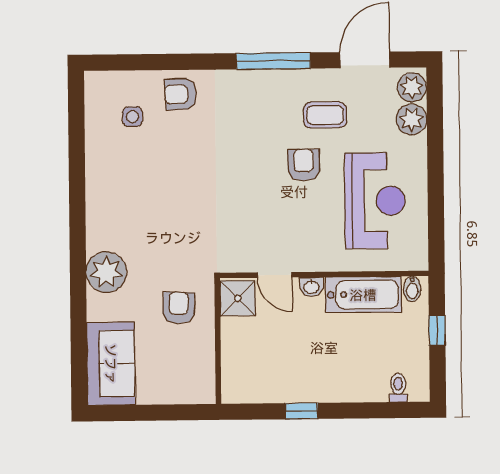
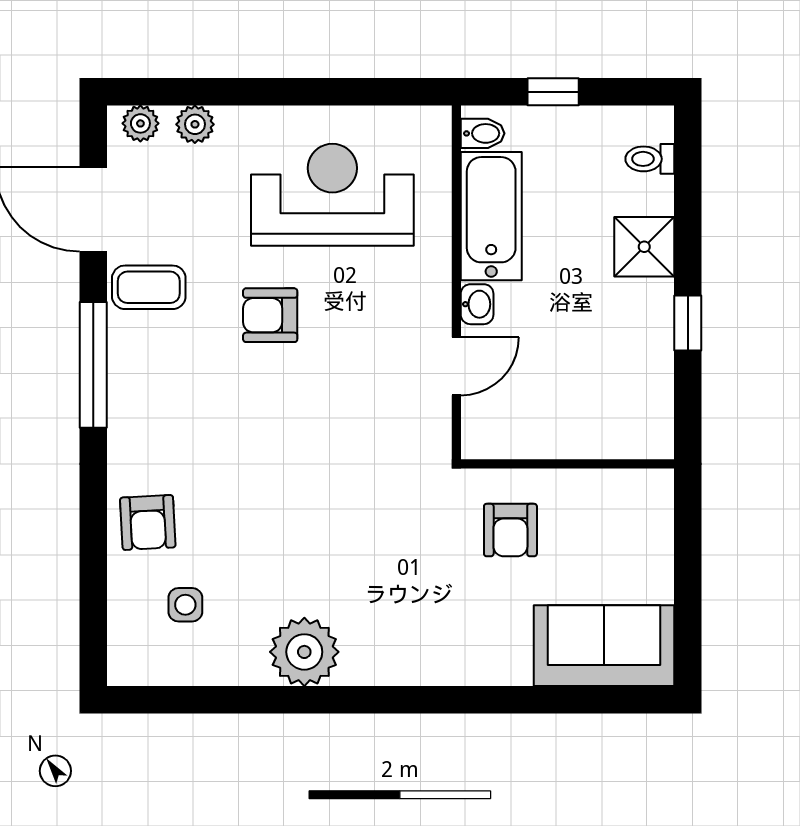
plant: (412, 87) -> (140, 123), width x0.73, depth x0.73
coffee table: (325, 115) -> (149, 287), moved, turned 90
plant: (412, 119) -> (195, 124), width x0.73, depth x0.73
plant: (106, 272) -> (304, 652), moved
shower: (238, 298) -> (644, 247), moved
armchair: (178, 308) -> (510, 530), turned -93

